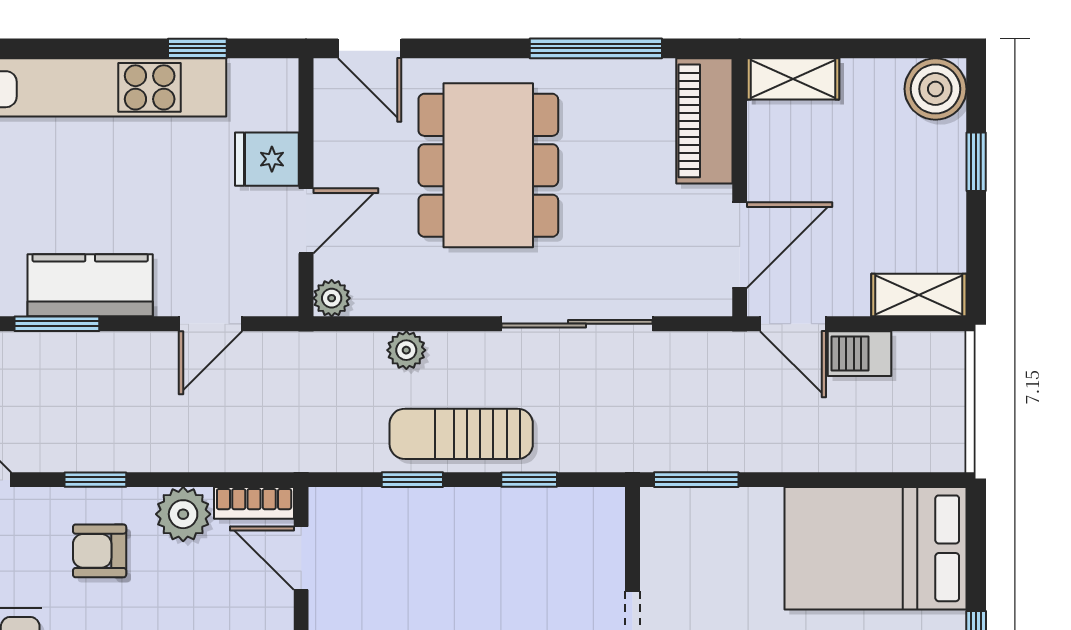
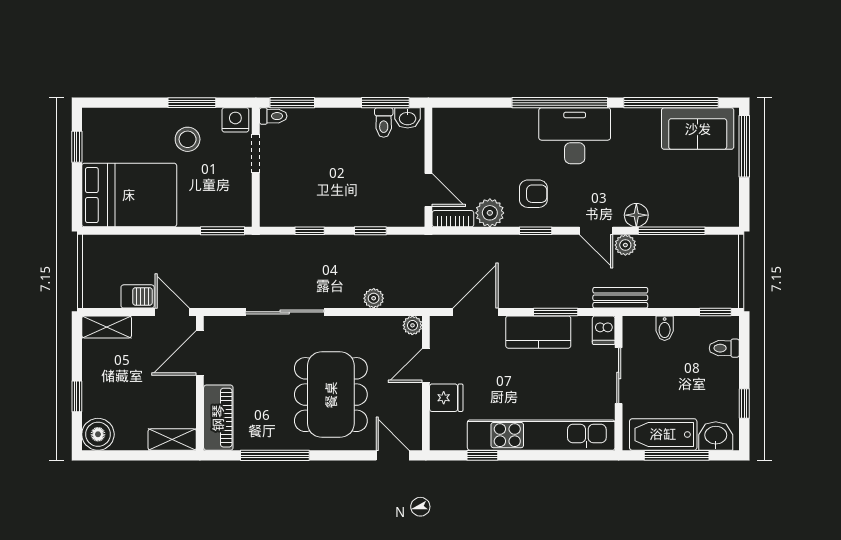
door: (210, 324) -> (476, 312), width x1.38
sun lounger: (461, 434) -> (345, 255), removed

